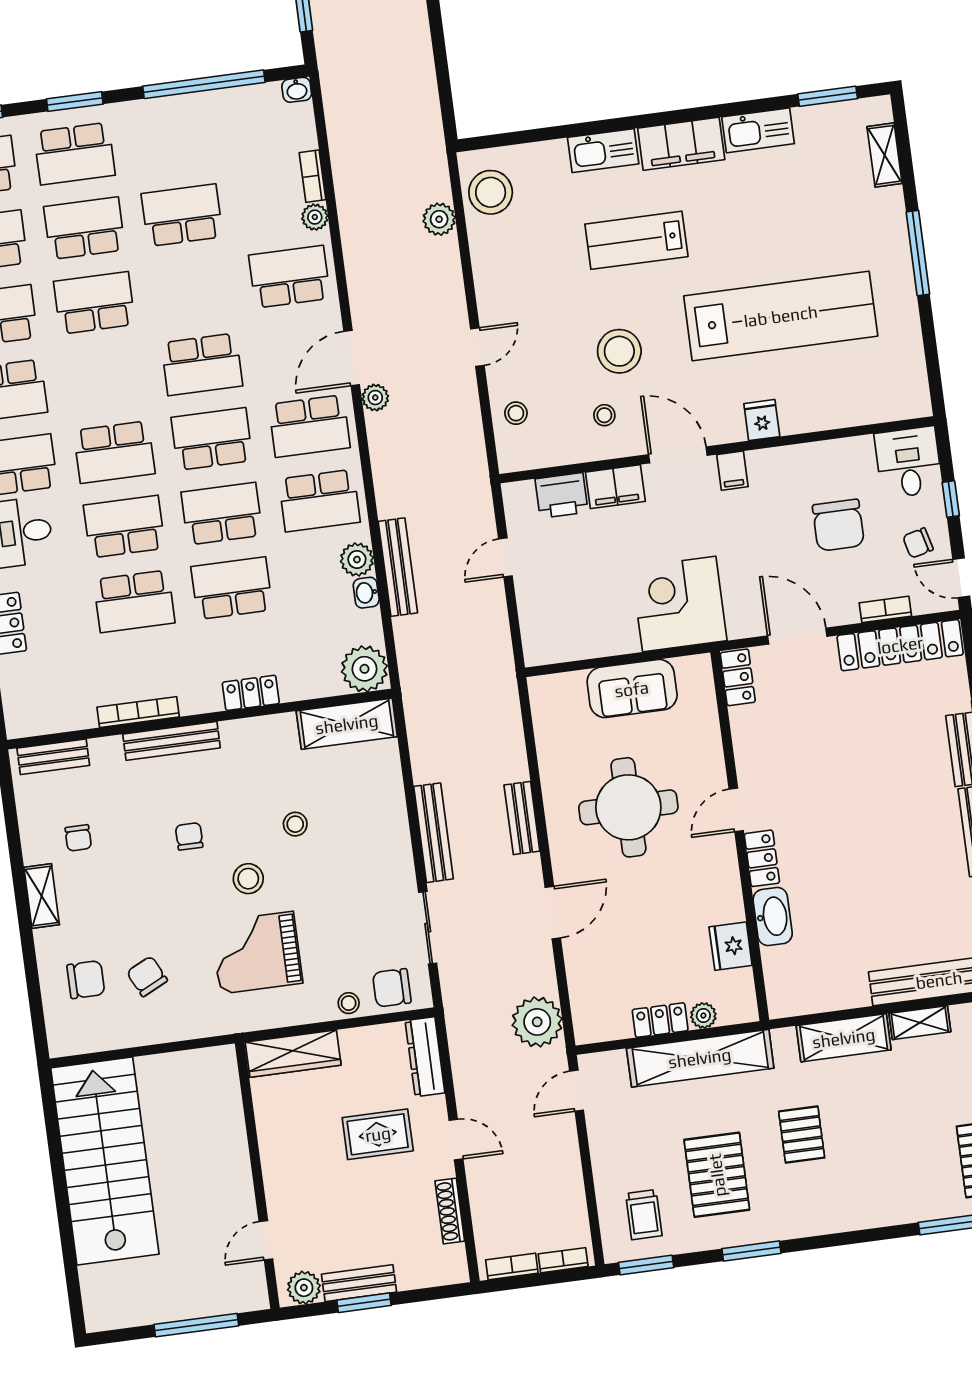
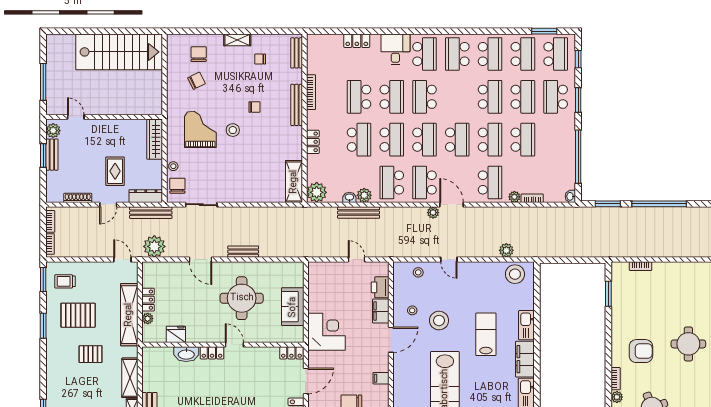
school desk: (192, 290) -> (490, 140), added
school desk: (202, 364) -> (457, 140), turned 180
fridge: (762, 420) -> (401, 378), removed
filing cabinet: (732, 471) -> (381, 378), moved
stool: (295, 824) -> (254, 153), removed
bench: (433, 833) -> (151, 213), moved
chair: (86, 980) -> (199, 54), turned 180

